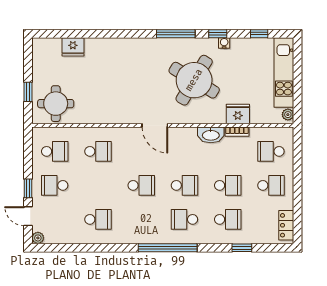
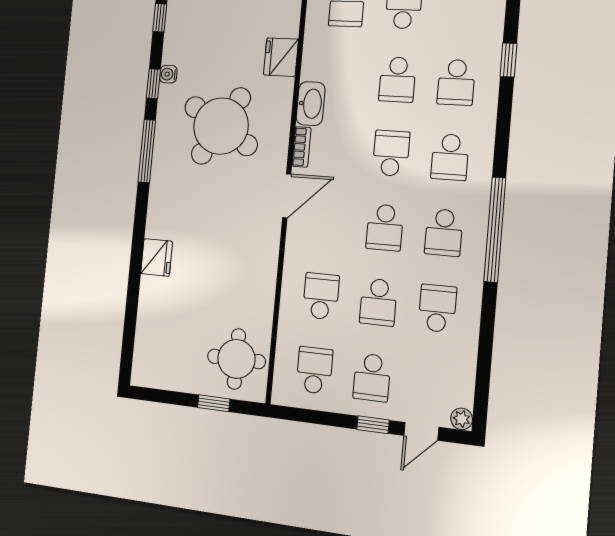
fridge: (73, 47) -> (157, 257), moved
bookcase: (237, 132) -> (301, 147), moved
school desk: (98, 185) -> (378, 302), added
school desk: (141, 185) -> (385, 227), turned 180
school desk: (228, 185) -> (397, 80), turned 180
school desk: (141, 219) -> (444, 232), added
school desk: (228, 219) -> (456, 82), turned 180
window: (168, 248) -> (495, 230), moved

